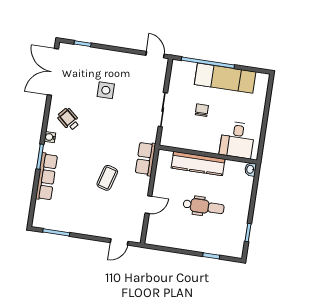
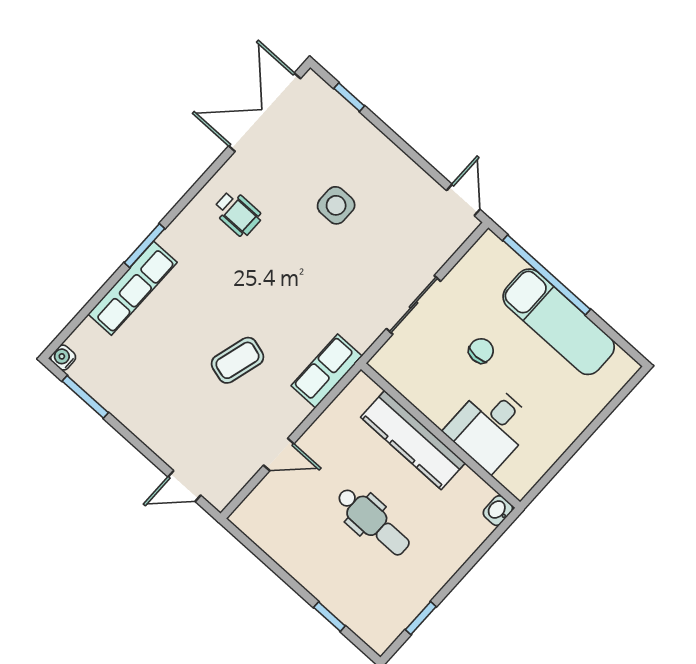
wheelchair: (69, 119) -> (238, 213), turned 139
water cooler: (50, 137) -> (63, 358), moved
desk: (237, 140) -> (490, 427), moved

